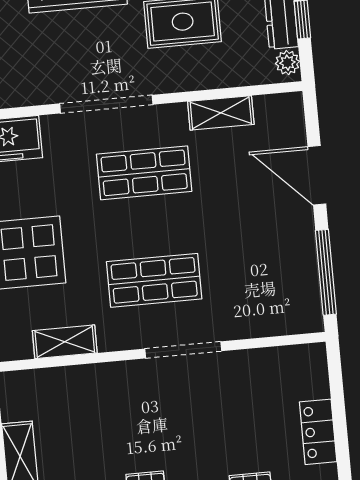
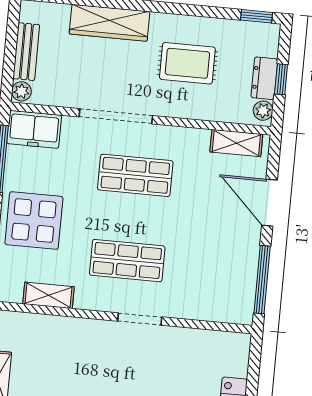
shelving: (221, 113) -> (236, 143), moved
doorway: (183, 350) -> (140, 319), width x0.73

